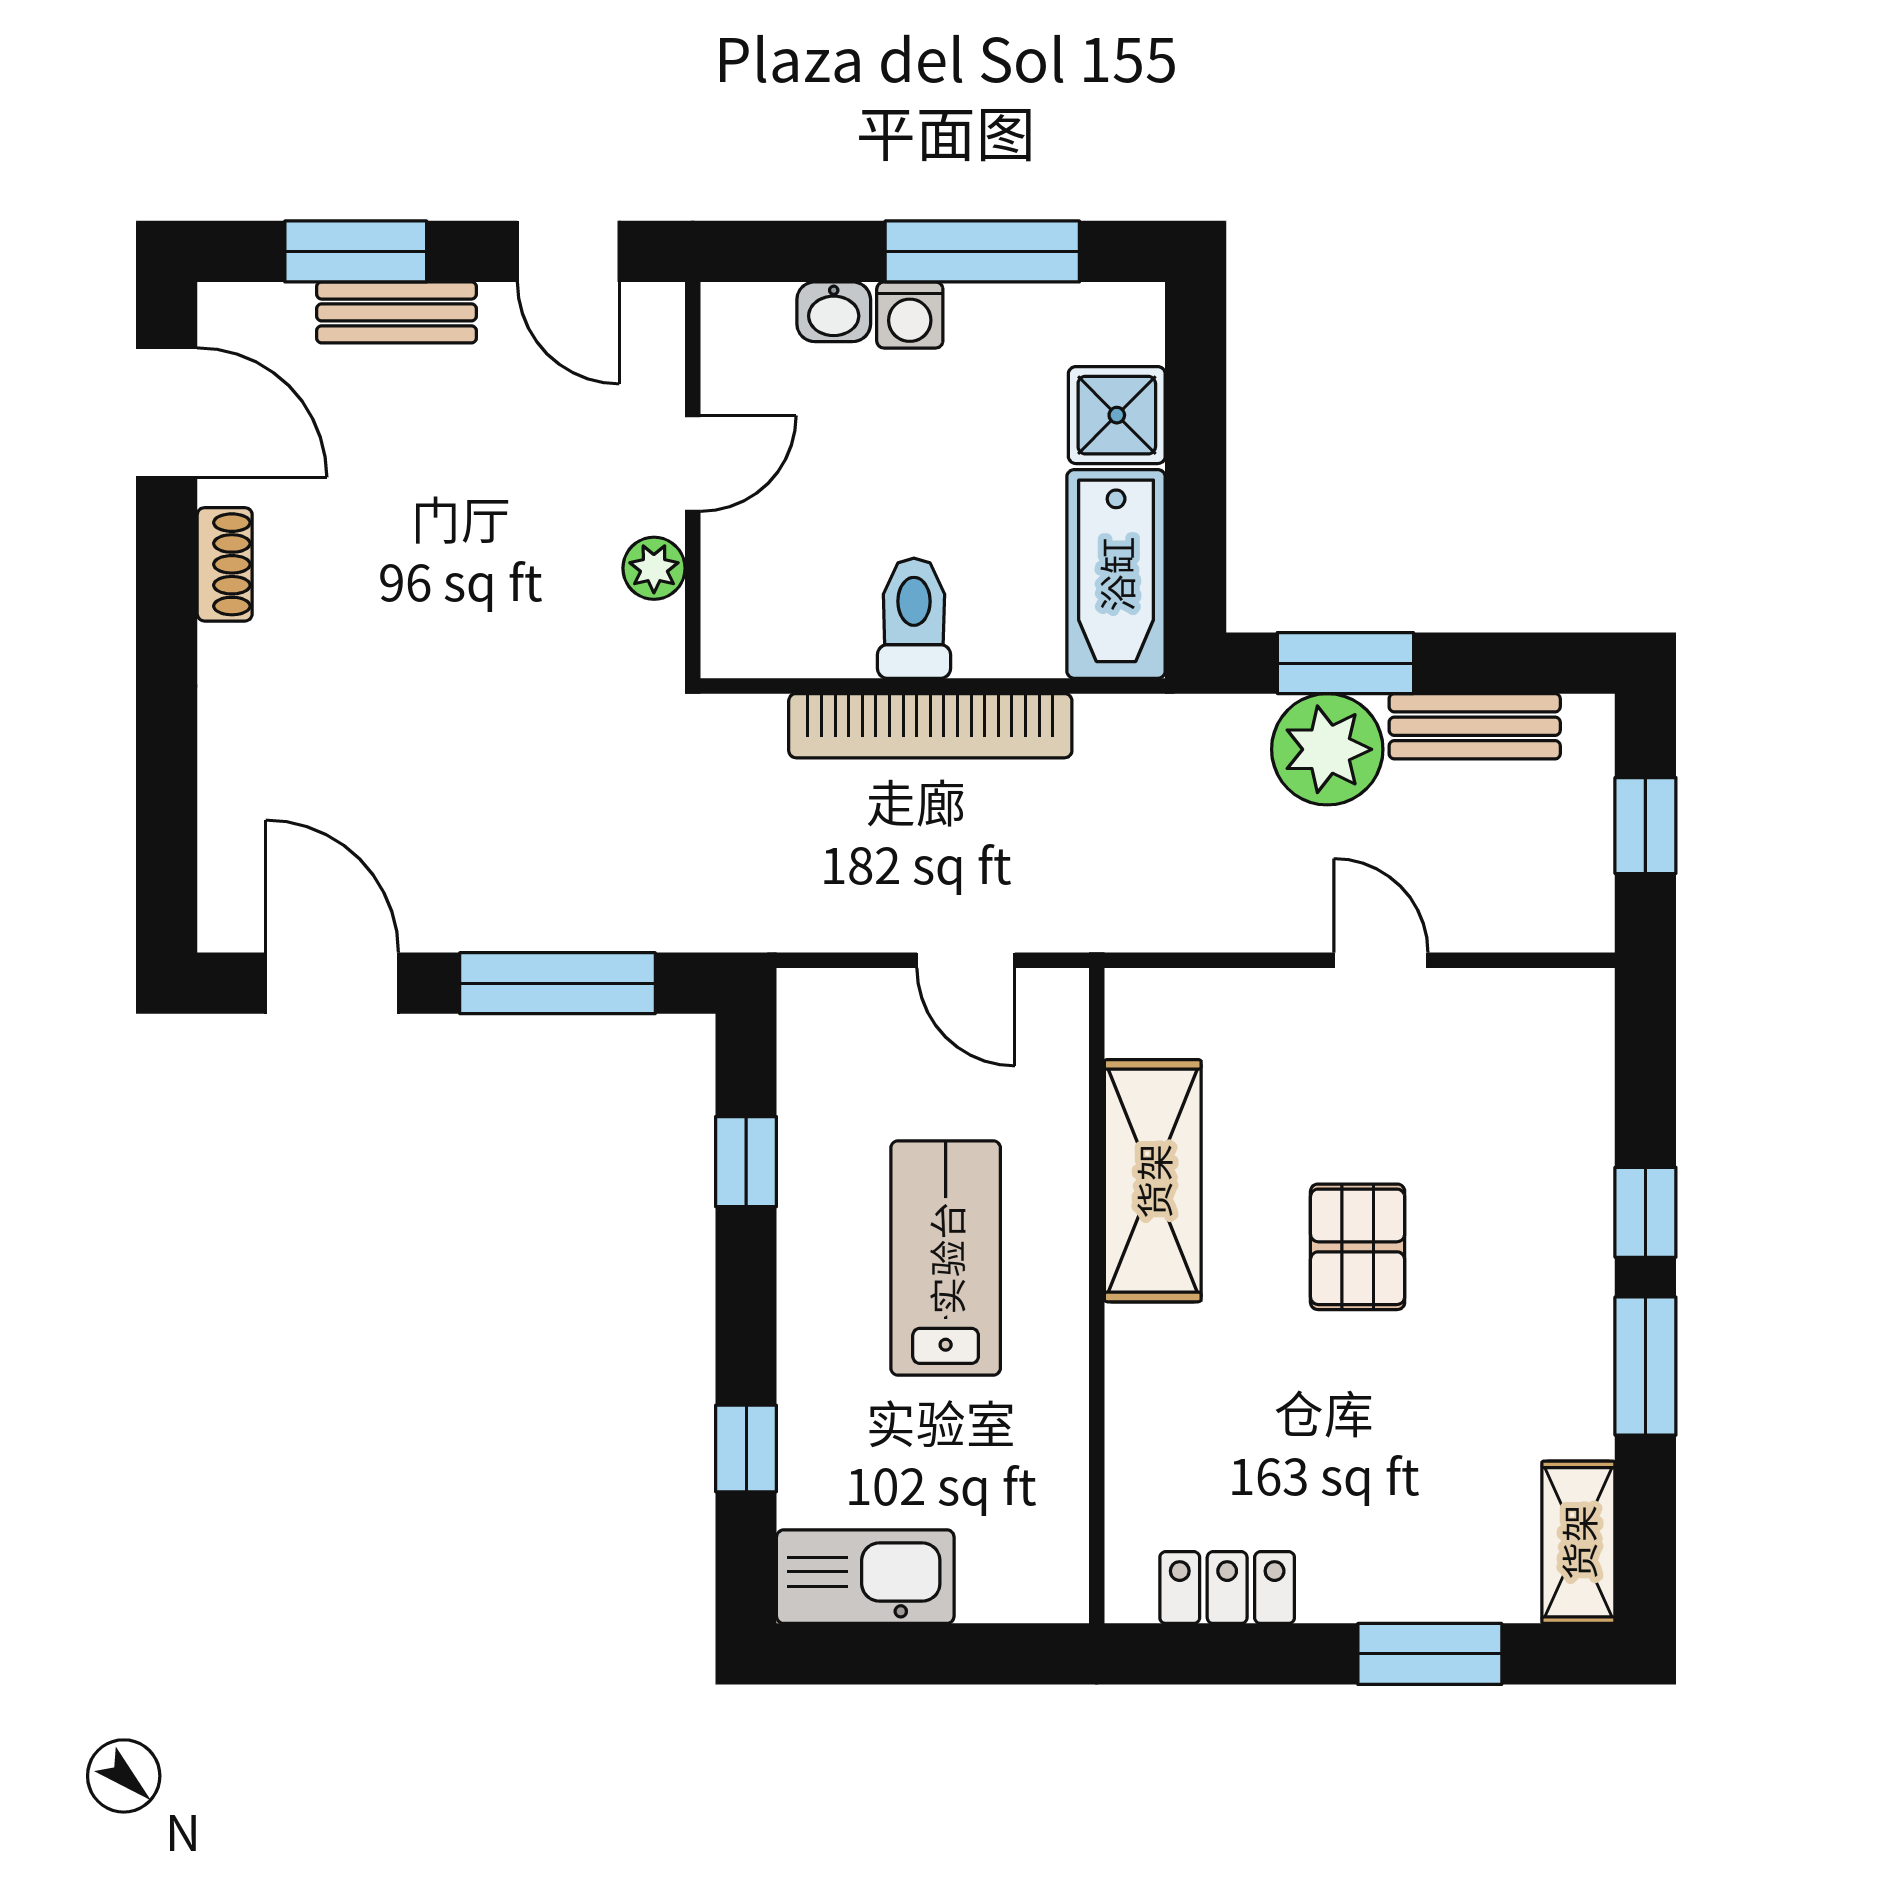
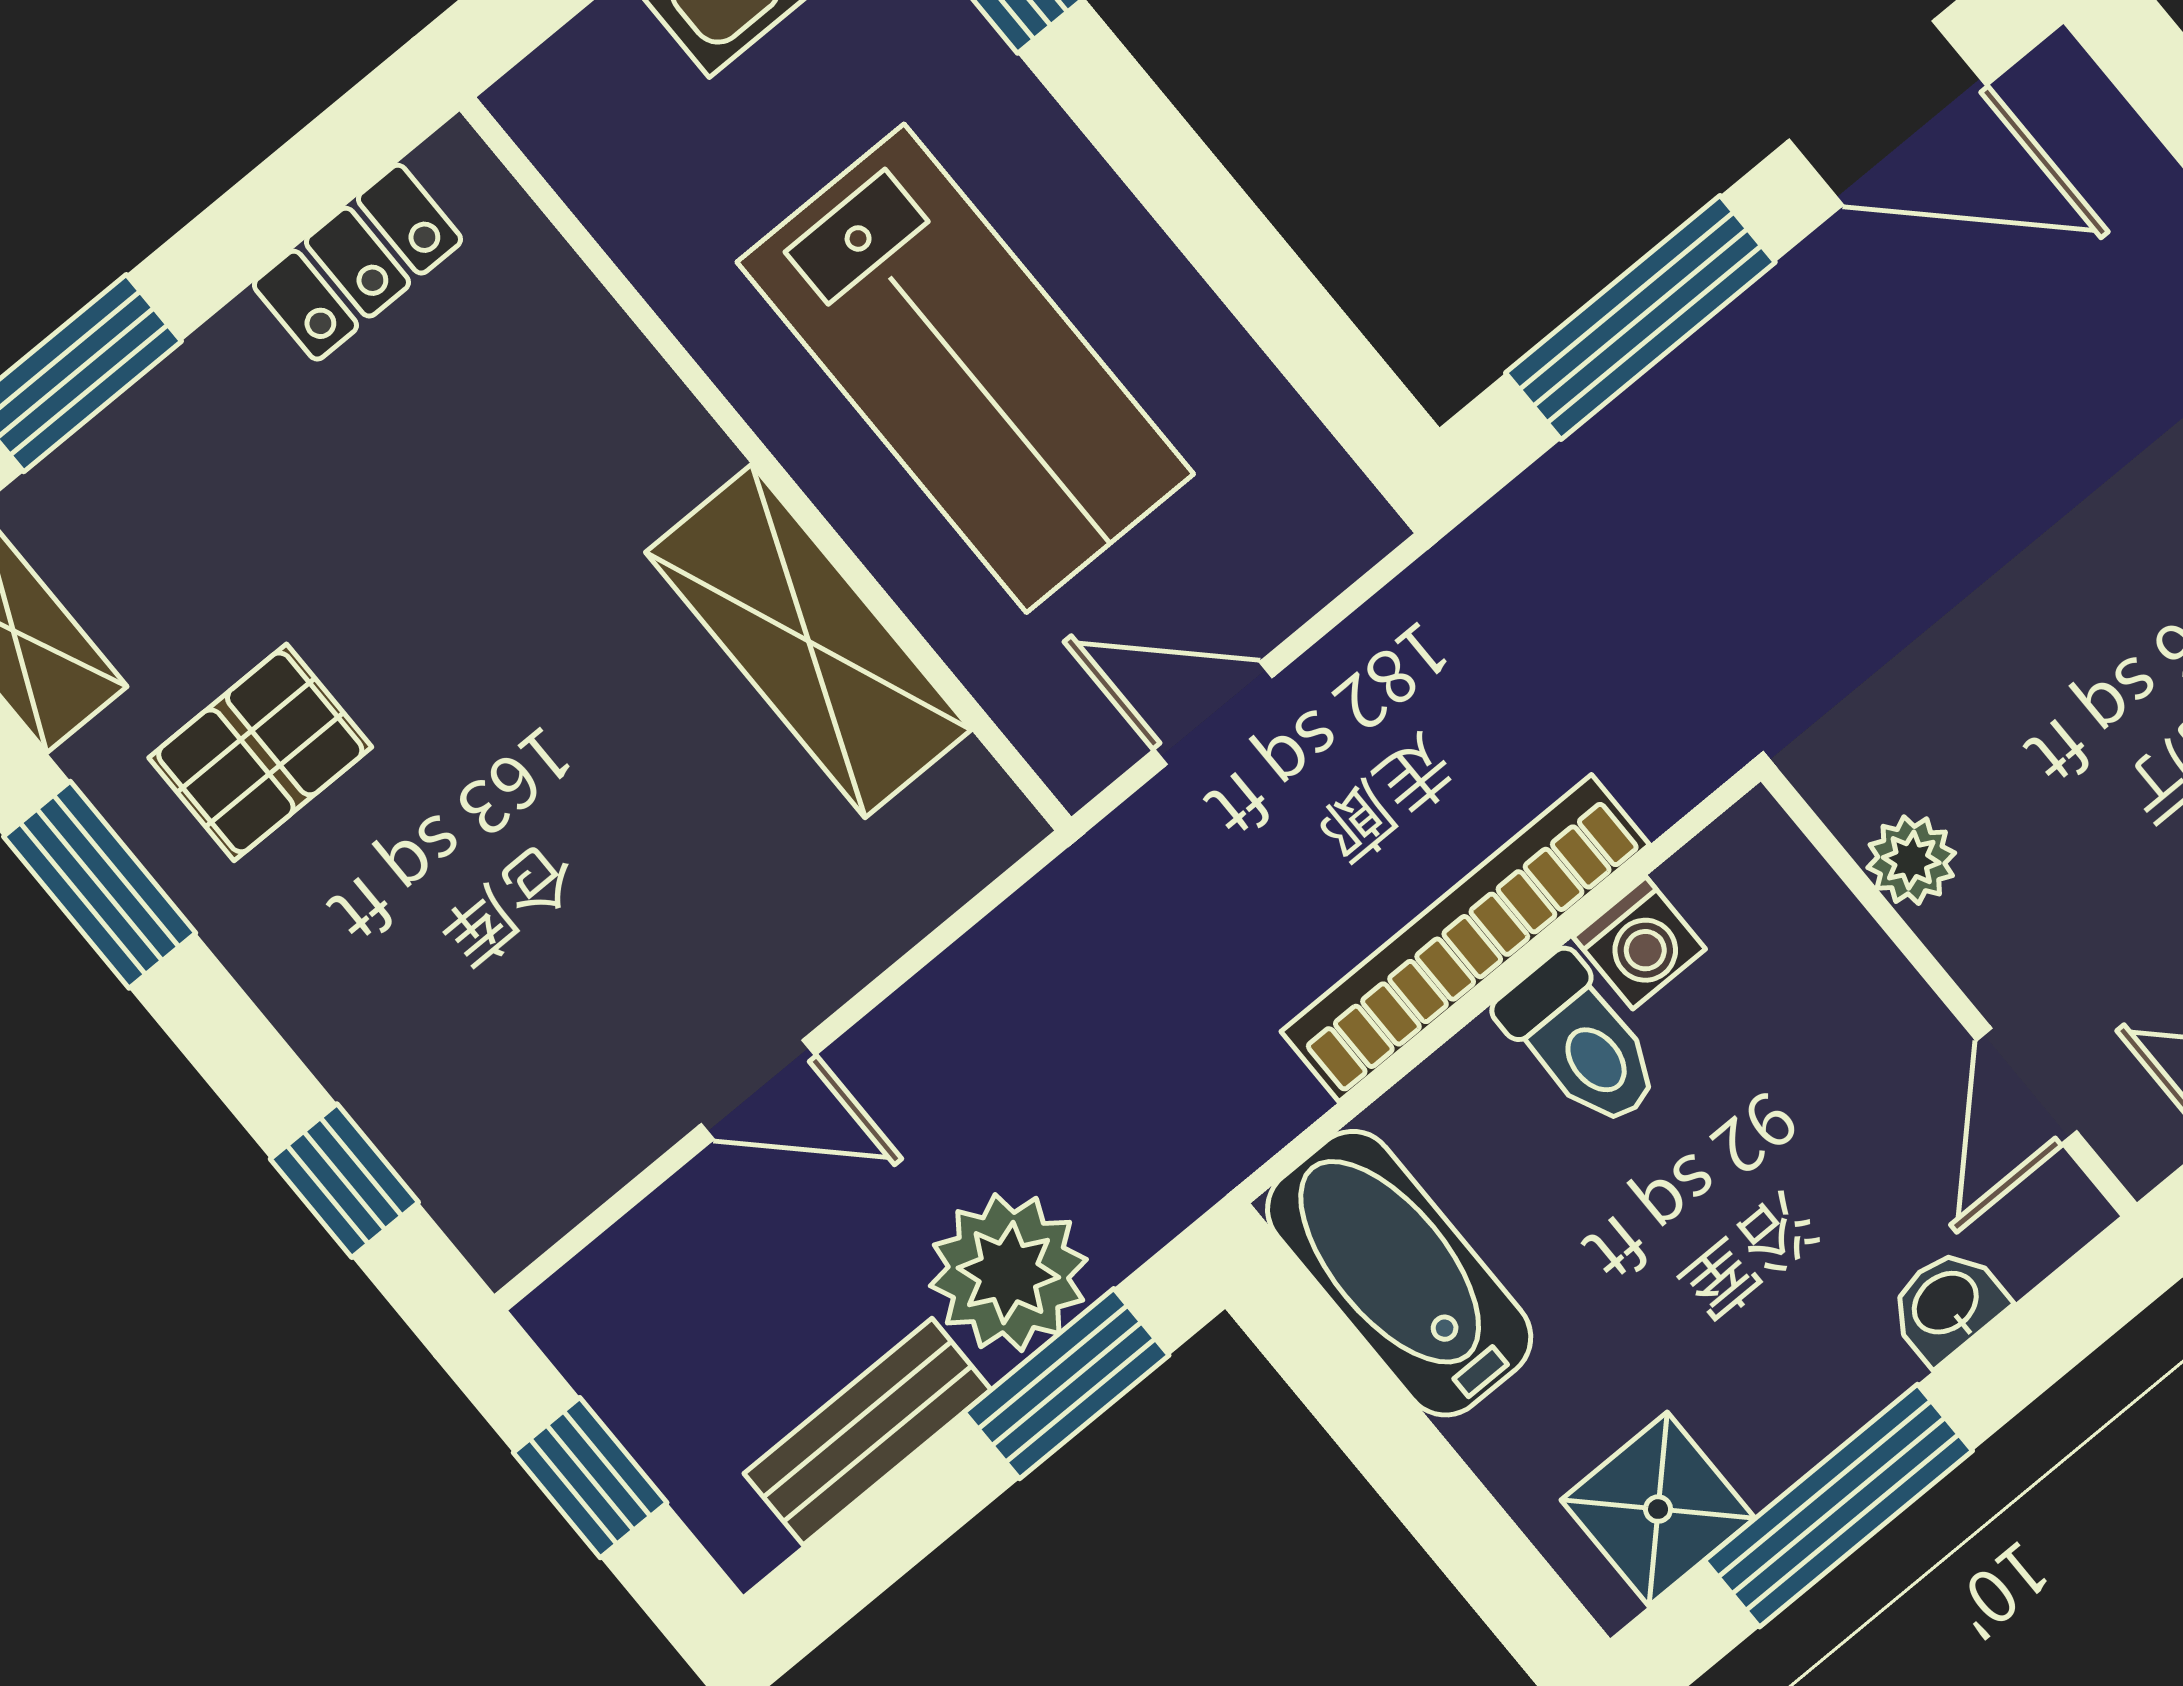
washing machine: (910, 315) -> (1639, 943), moved, turned 180
shower: (1117, 415) -> (1658, 1509), moved
door: (693, 463) -> (2027, 1086), moved
window: (746, 1162) -> (1272, 293), removed
window: (1645, 1212) -> (344, 1181), moved
pallet: (1358, 1247) -> (260, 752), moved, turned 90
lab bench: (946, 1258) -> (965, 368), width x1.36, depth x1.39

